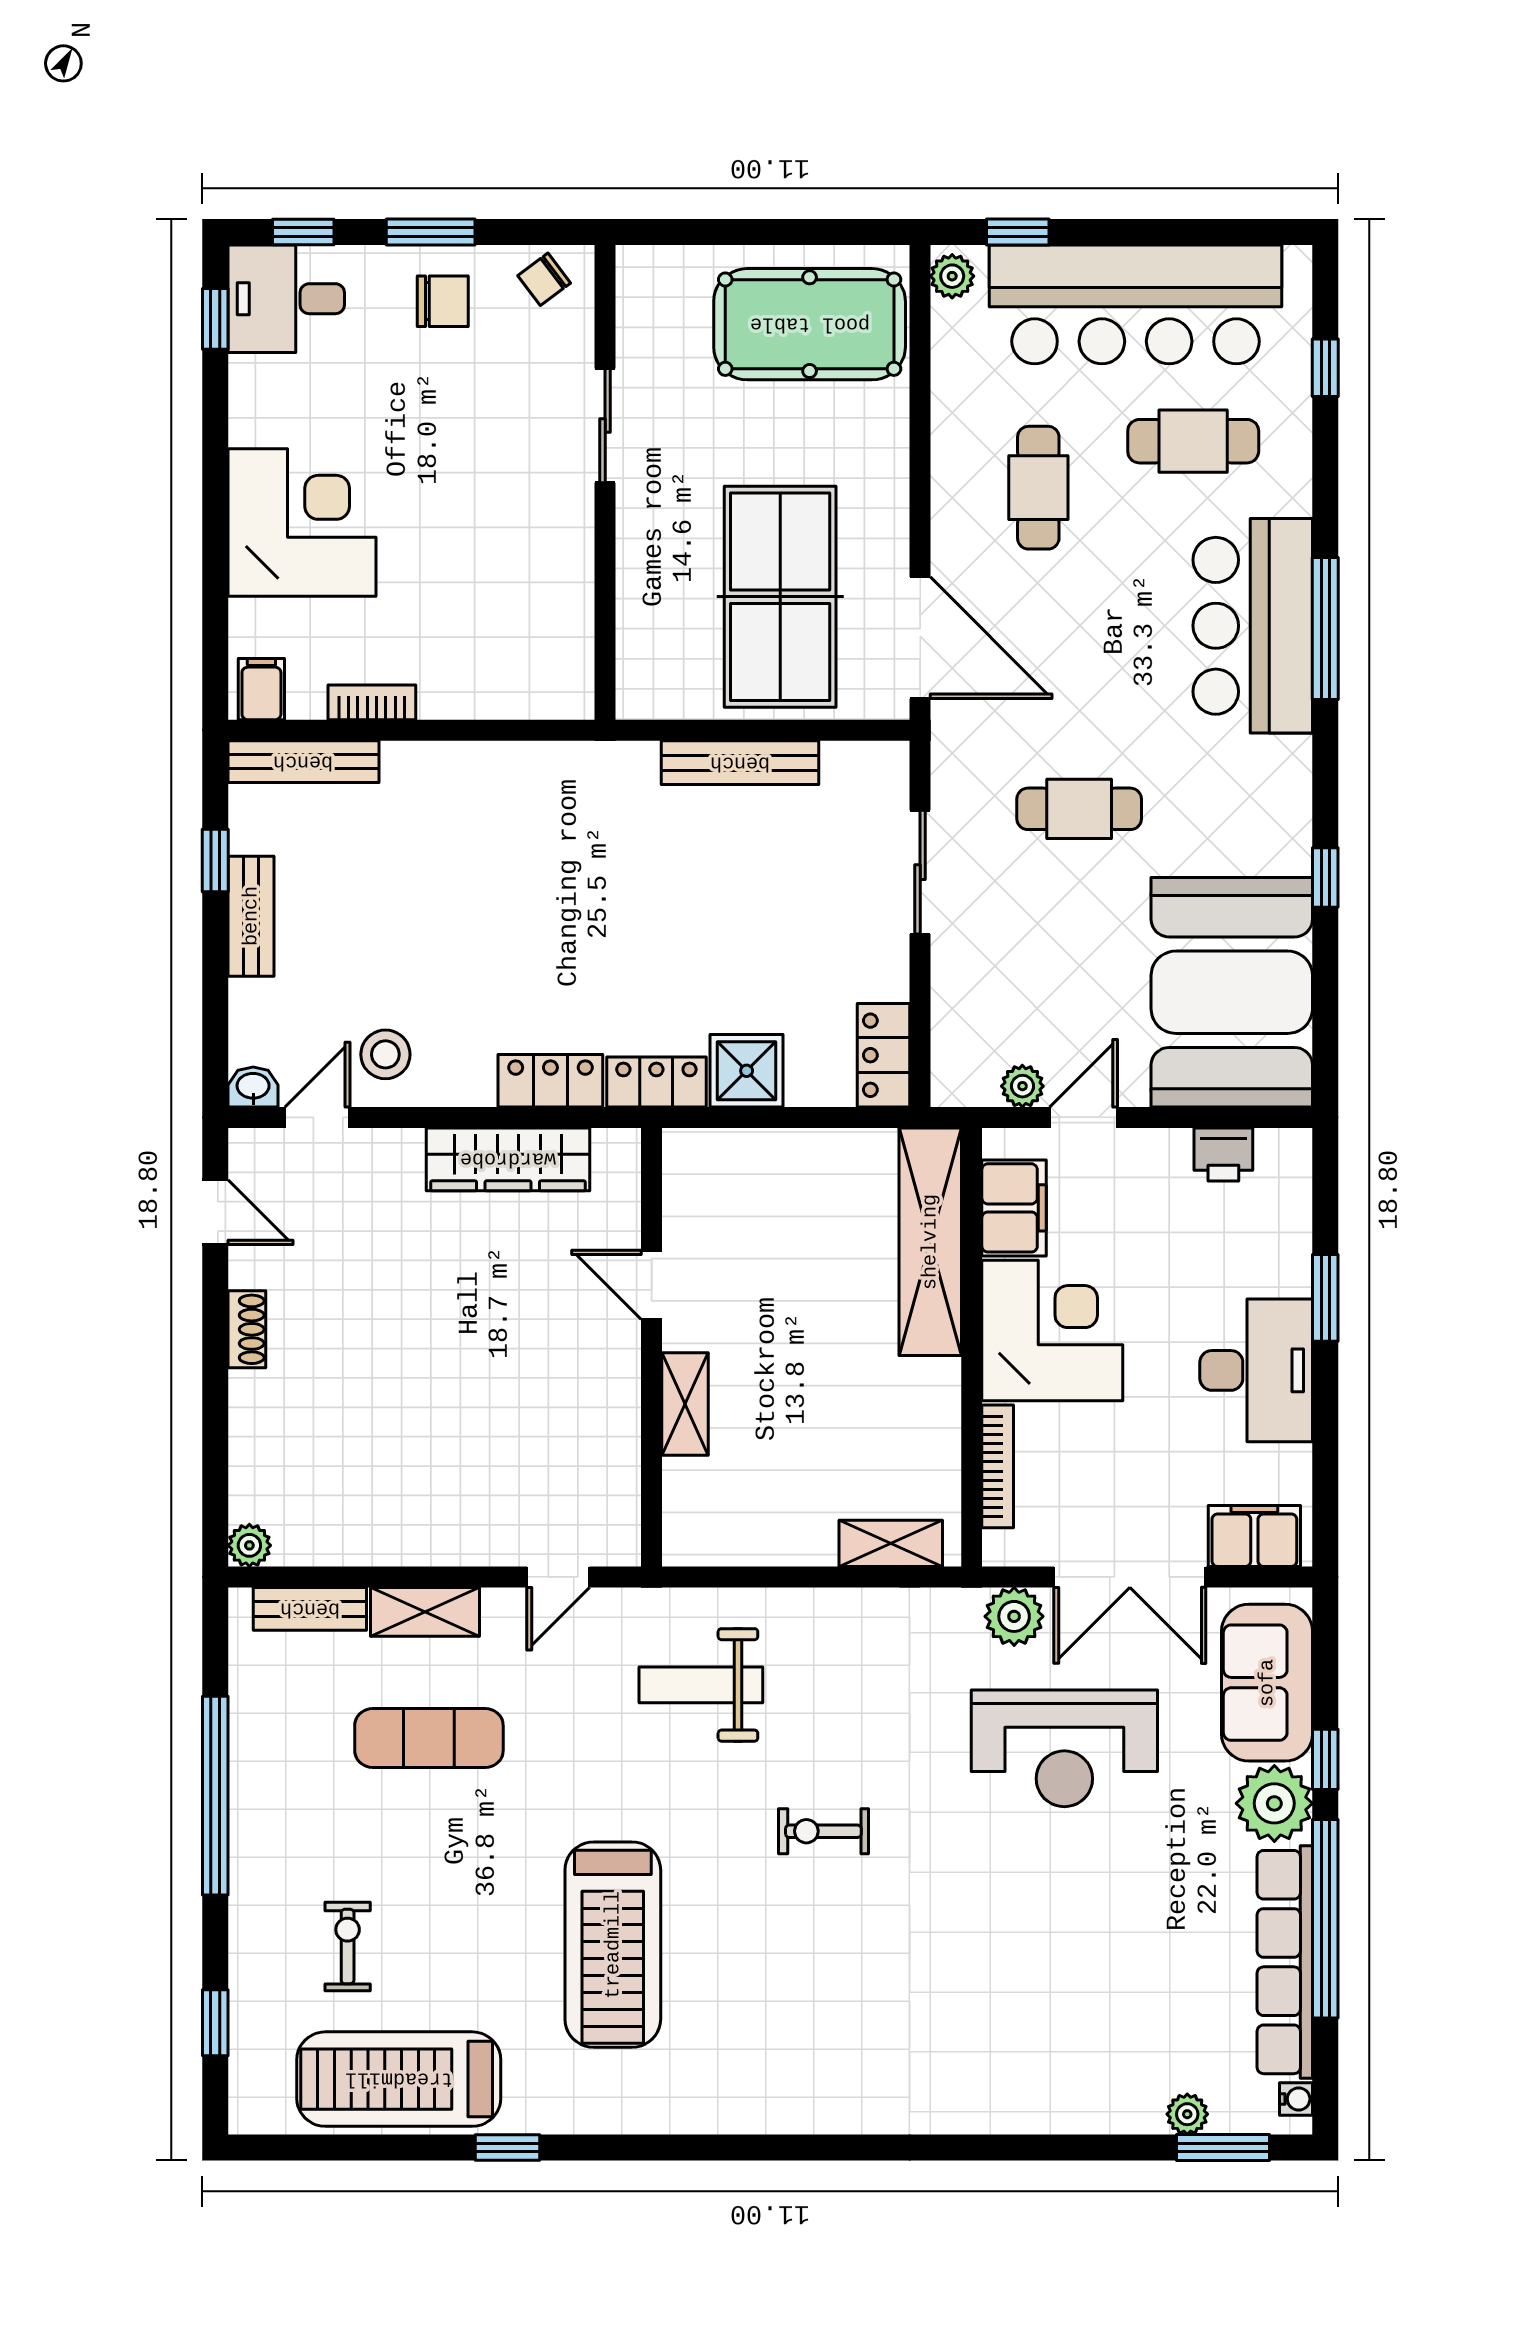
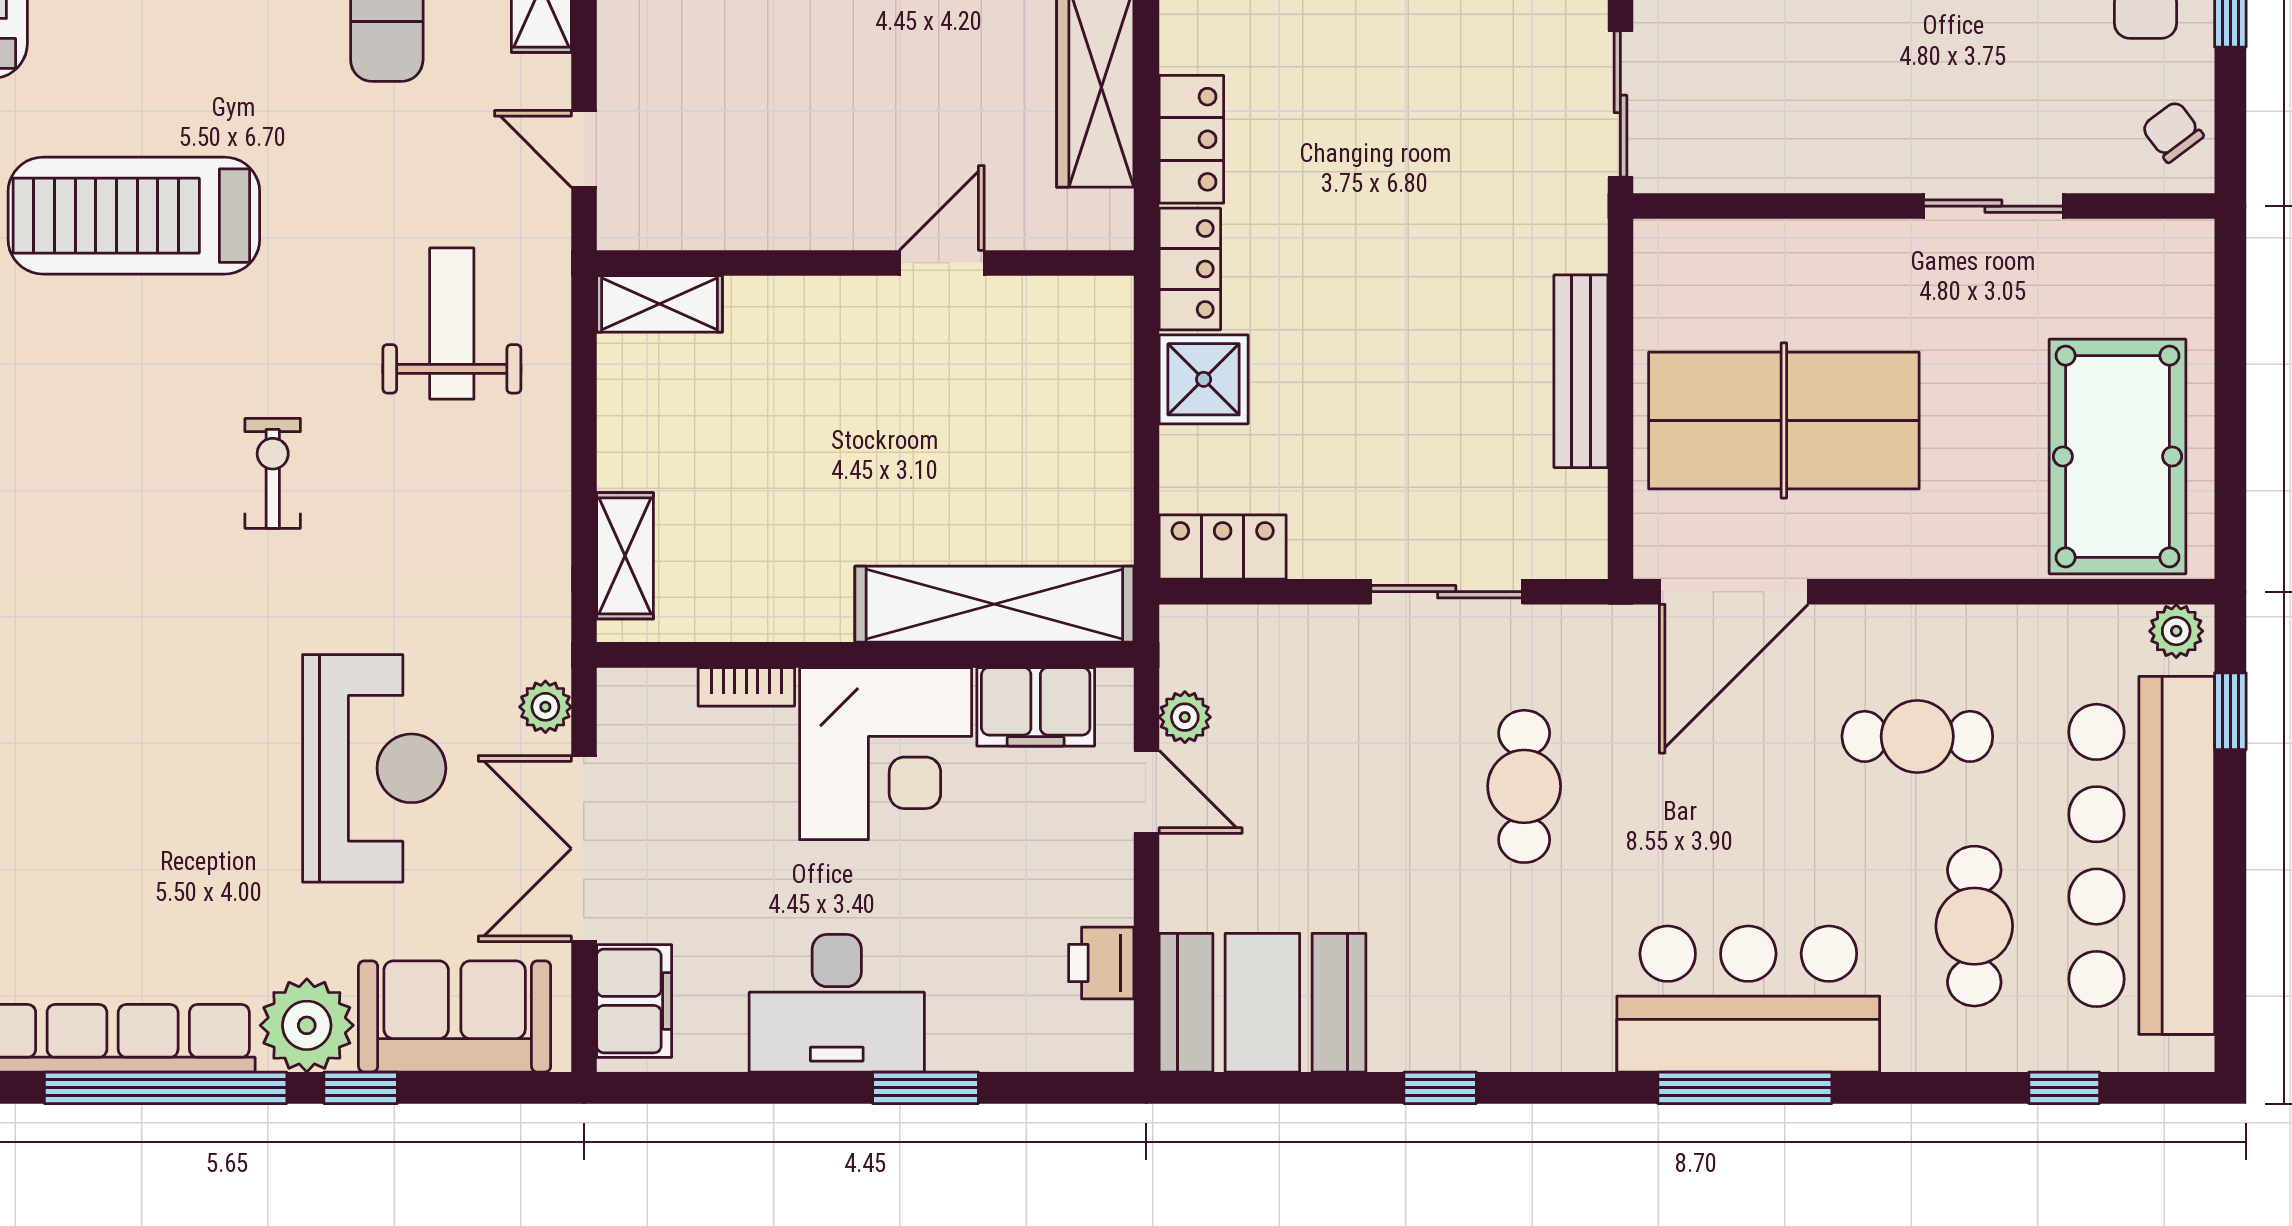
sliding door: (522, 730) -> (1620, 104), added
booth: (1232, 992) -> (1262, 1003), width x0.73, depth x0.70
shelving: (685, 1404) -> (659, 304), moved
bookcase: (998, 1466) -> (746, 687), width x0.64
plant: (1014, 1616) -> (545, 707), width x0.73, depth x0.73
reception desk: (1064, 1748) -> (374, 768), turned 180

